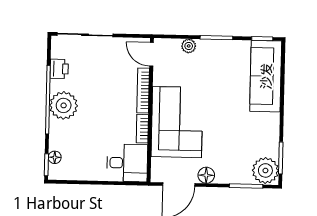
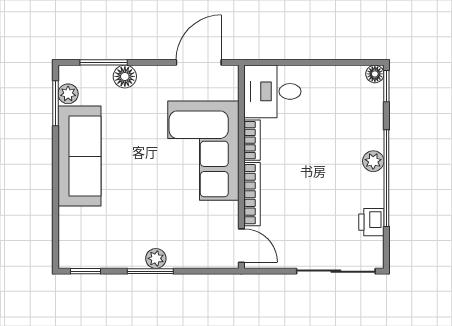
plant: (189, 46) -> (156, 258), moved
sofa: (266, 76) -> (79, 156), moved
plant: (64, 105) -> (373, 161), width x0.53, depth x0.53
floor lamp: (55, 157) -> (375, 74), moved
plant: (265, 170) -> (68, 94), width x0.53, depth x0.53
floor lamp: (206, 175) -> (125, 76), moved

